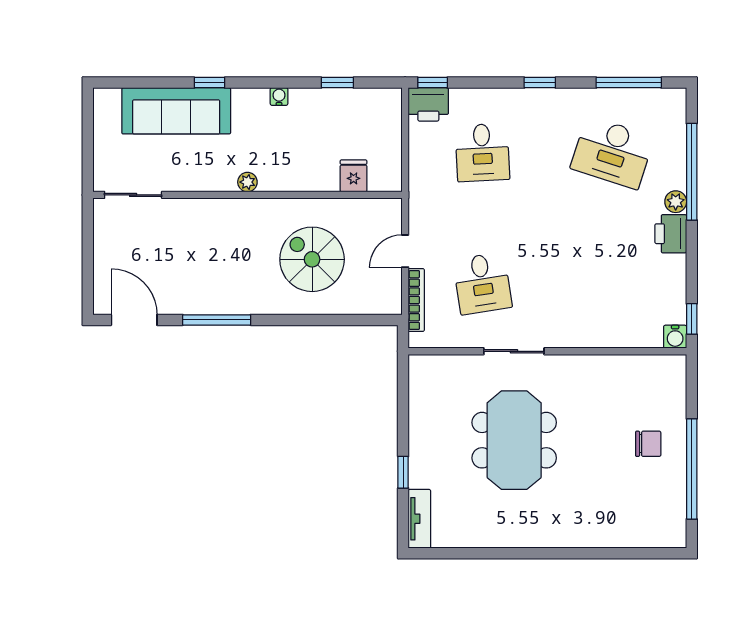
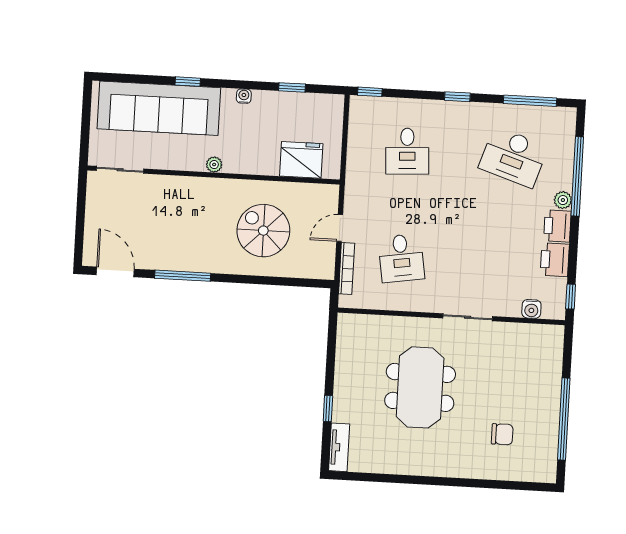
printer: (428, 104) -> (555, 260), moved, turned 90
sofa: (176, 111) -> (159, 108), width x1.36, depth x1.27
fridge: (354, 176) -> (301, 160), width x1.88, depth x1.34
water cooler: (675, 337) -> (531, 309), moved
sliding door: (514, 351) -> (468, 317), moved
chair: (648, 444) -> (502, 434), moved

